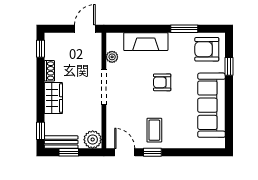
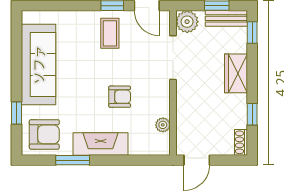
fireplace: (146, 42) -> (101, 144), moved
window: (41, 49) -> (252, 114), moved
shoe rack: (49, 71) -> (241, 142), moved
armchair: (162, 82) -> (120, 97), moved
doorway: (104, 87) -> (173, 58), moved

